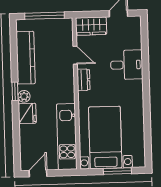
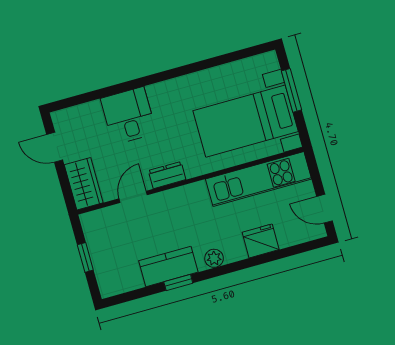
window: (45, 16) -> (85, 257), width x0.46
kitchen counter: (26, 58) -> (168, 266), width x0.67
window: (15, 91) -> (178, 282), moved
fridge: (27, 113) -> (261, 241), moved

